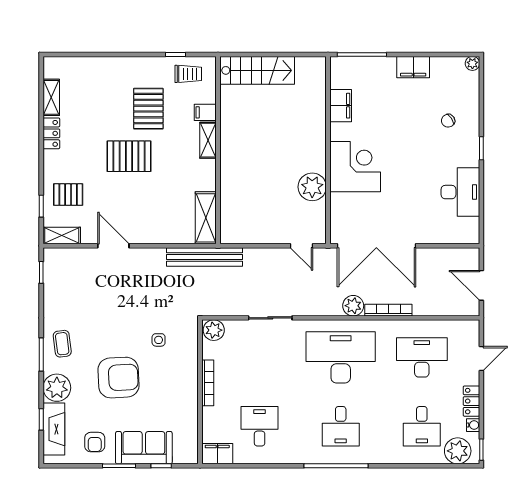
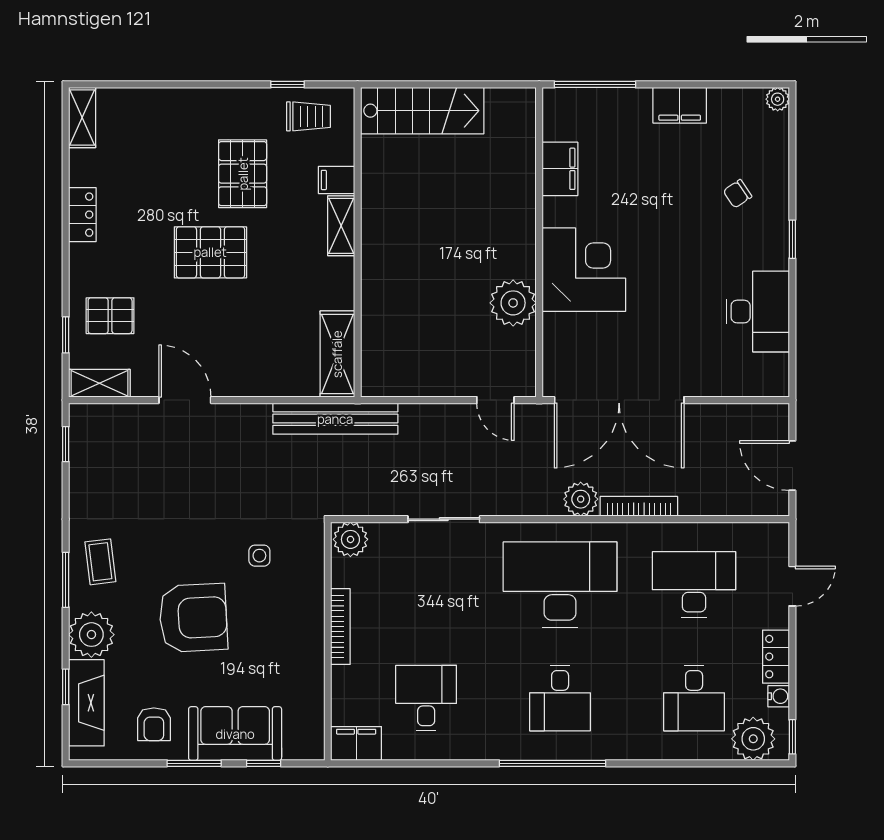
shelving: (51, 97) -> (82, 117), moved

